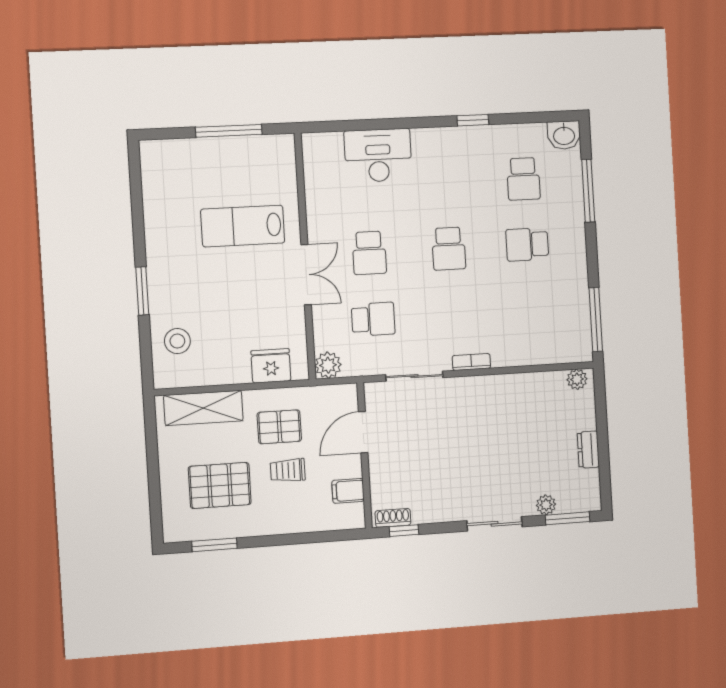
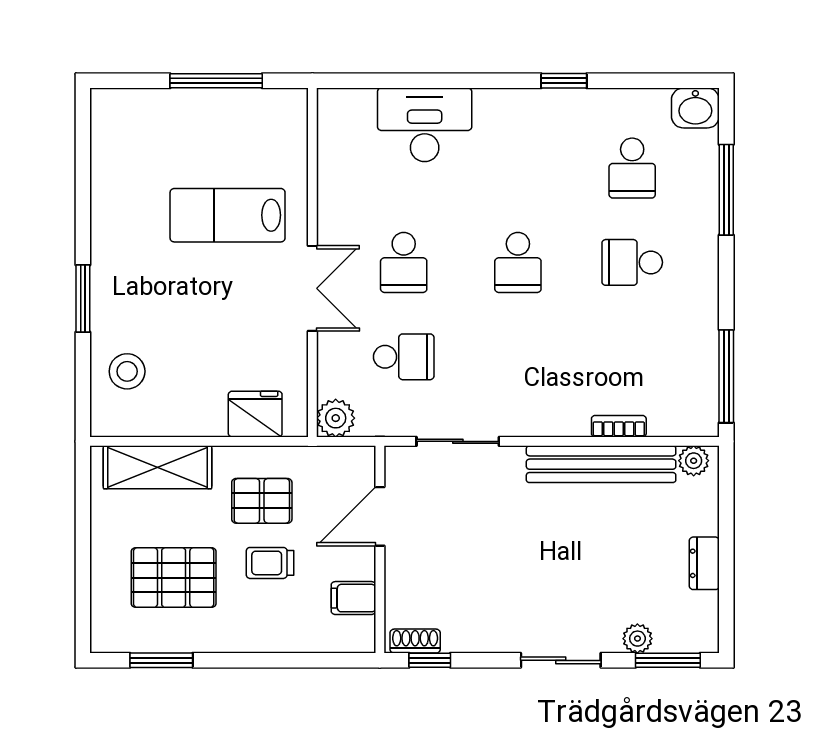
bookcase: (471, 362) -> (619, 426), moved
bench: (514, 386) -> (601, 464), added

